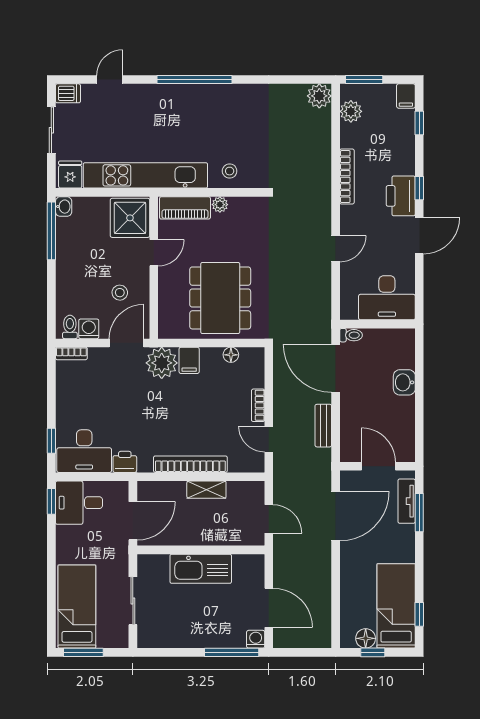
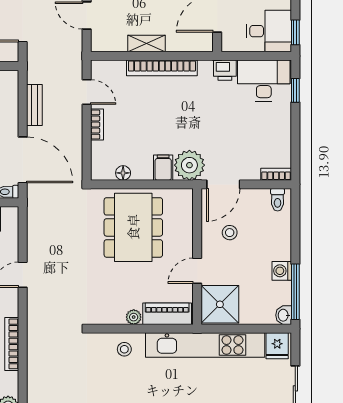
washing machine: (89, 329) -> (282, 271), moved, turned 90

